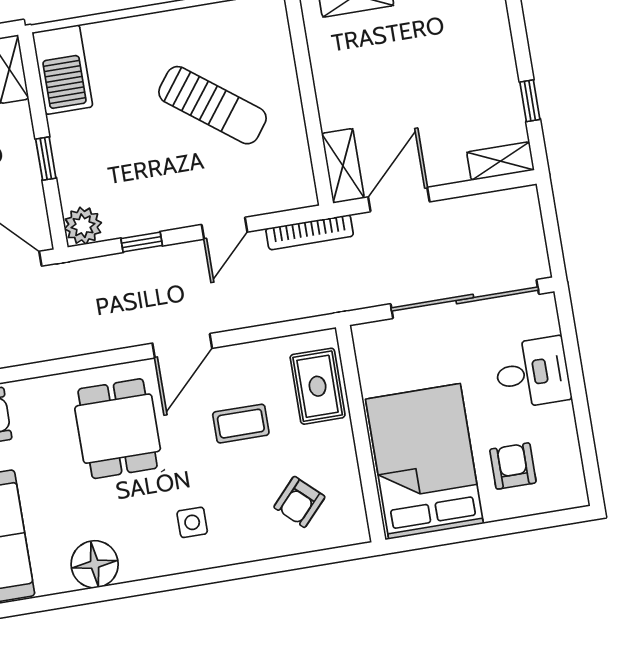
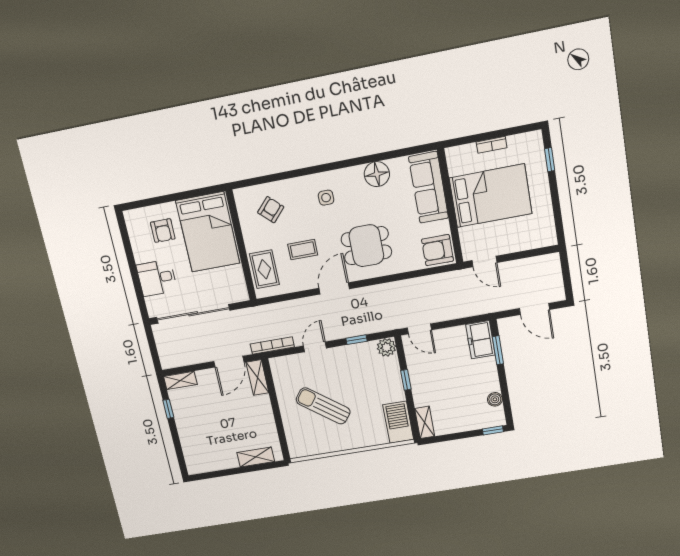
dining table: (118, 429) -> (366, 246), turned 90

